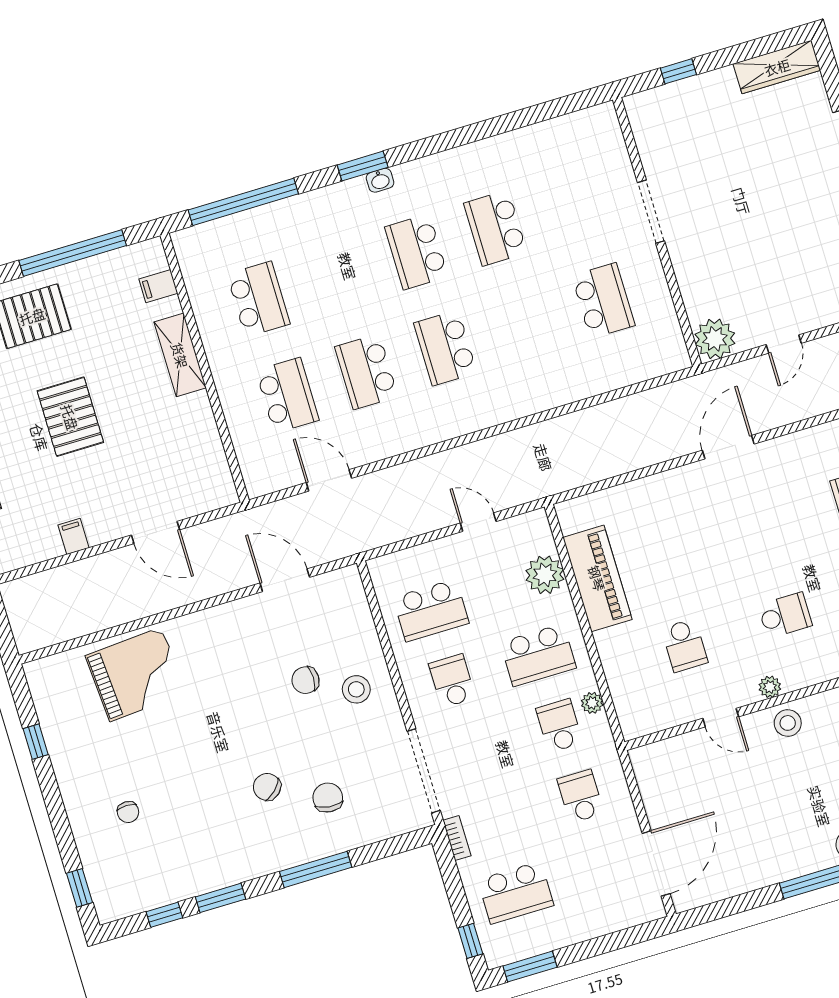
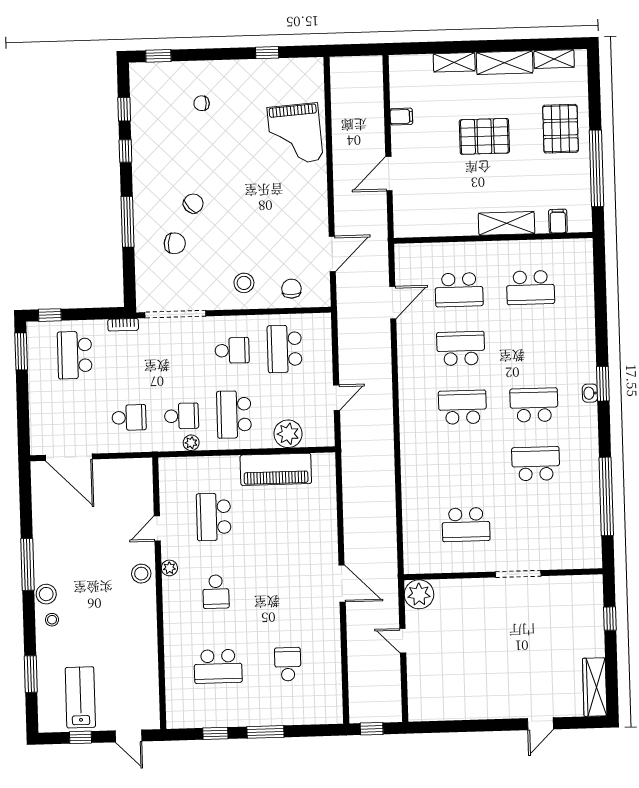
window: (243, 202) -> (606, 496), moved
school desk: (685, 645) -> (214, 517), width x1.85
chair: (305, 680) -> (291, 289), moved
window: (221, 898) -> (125, 151), width x0.67

